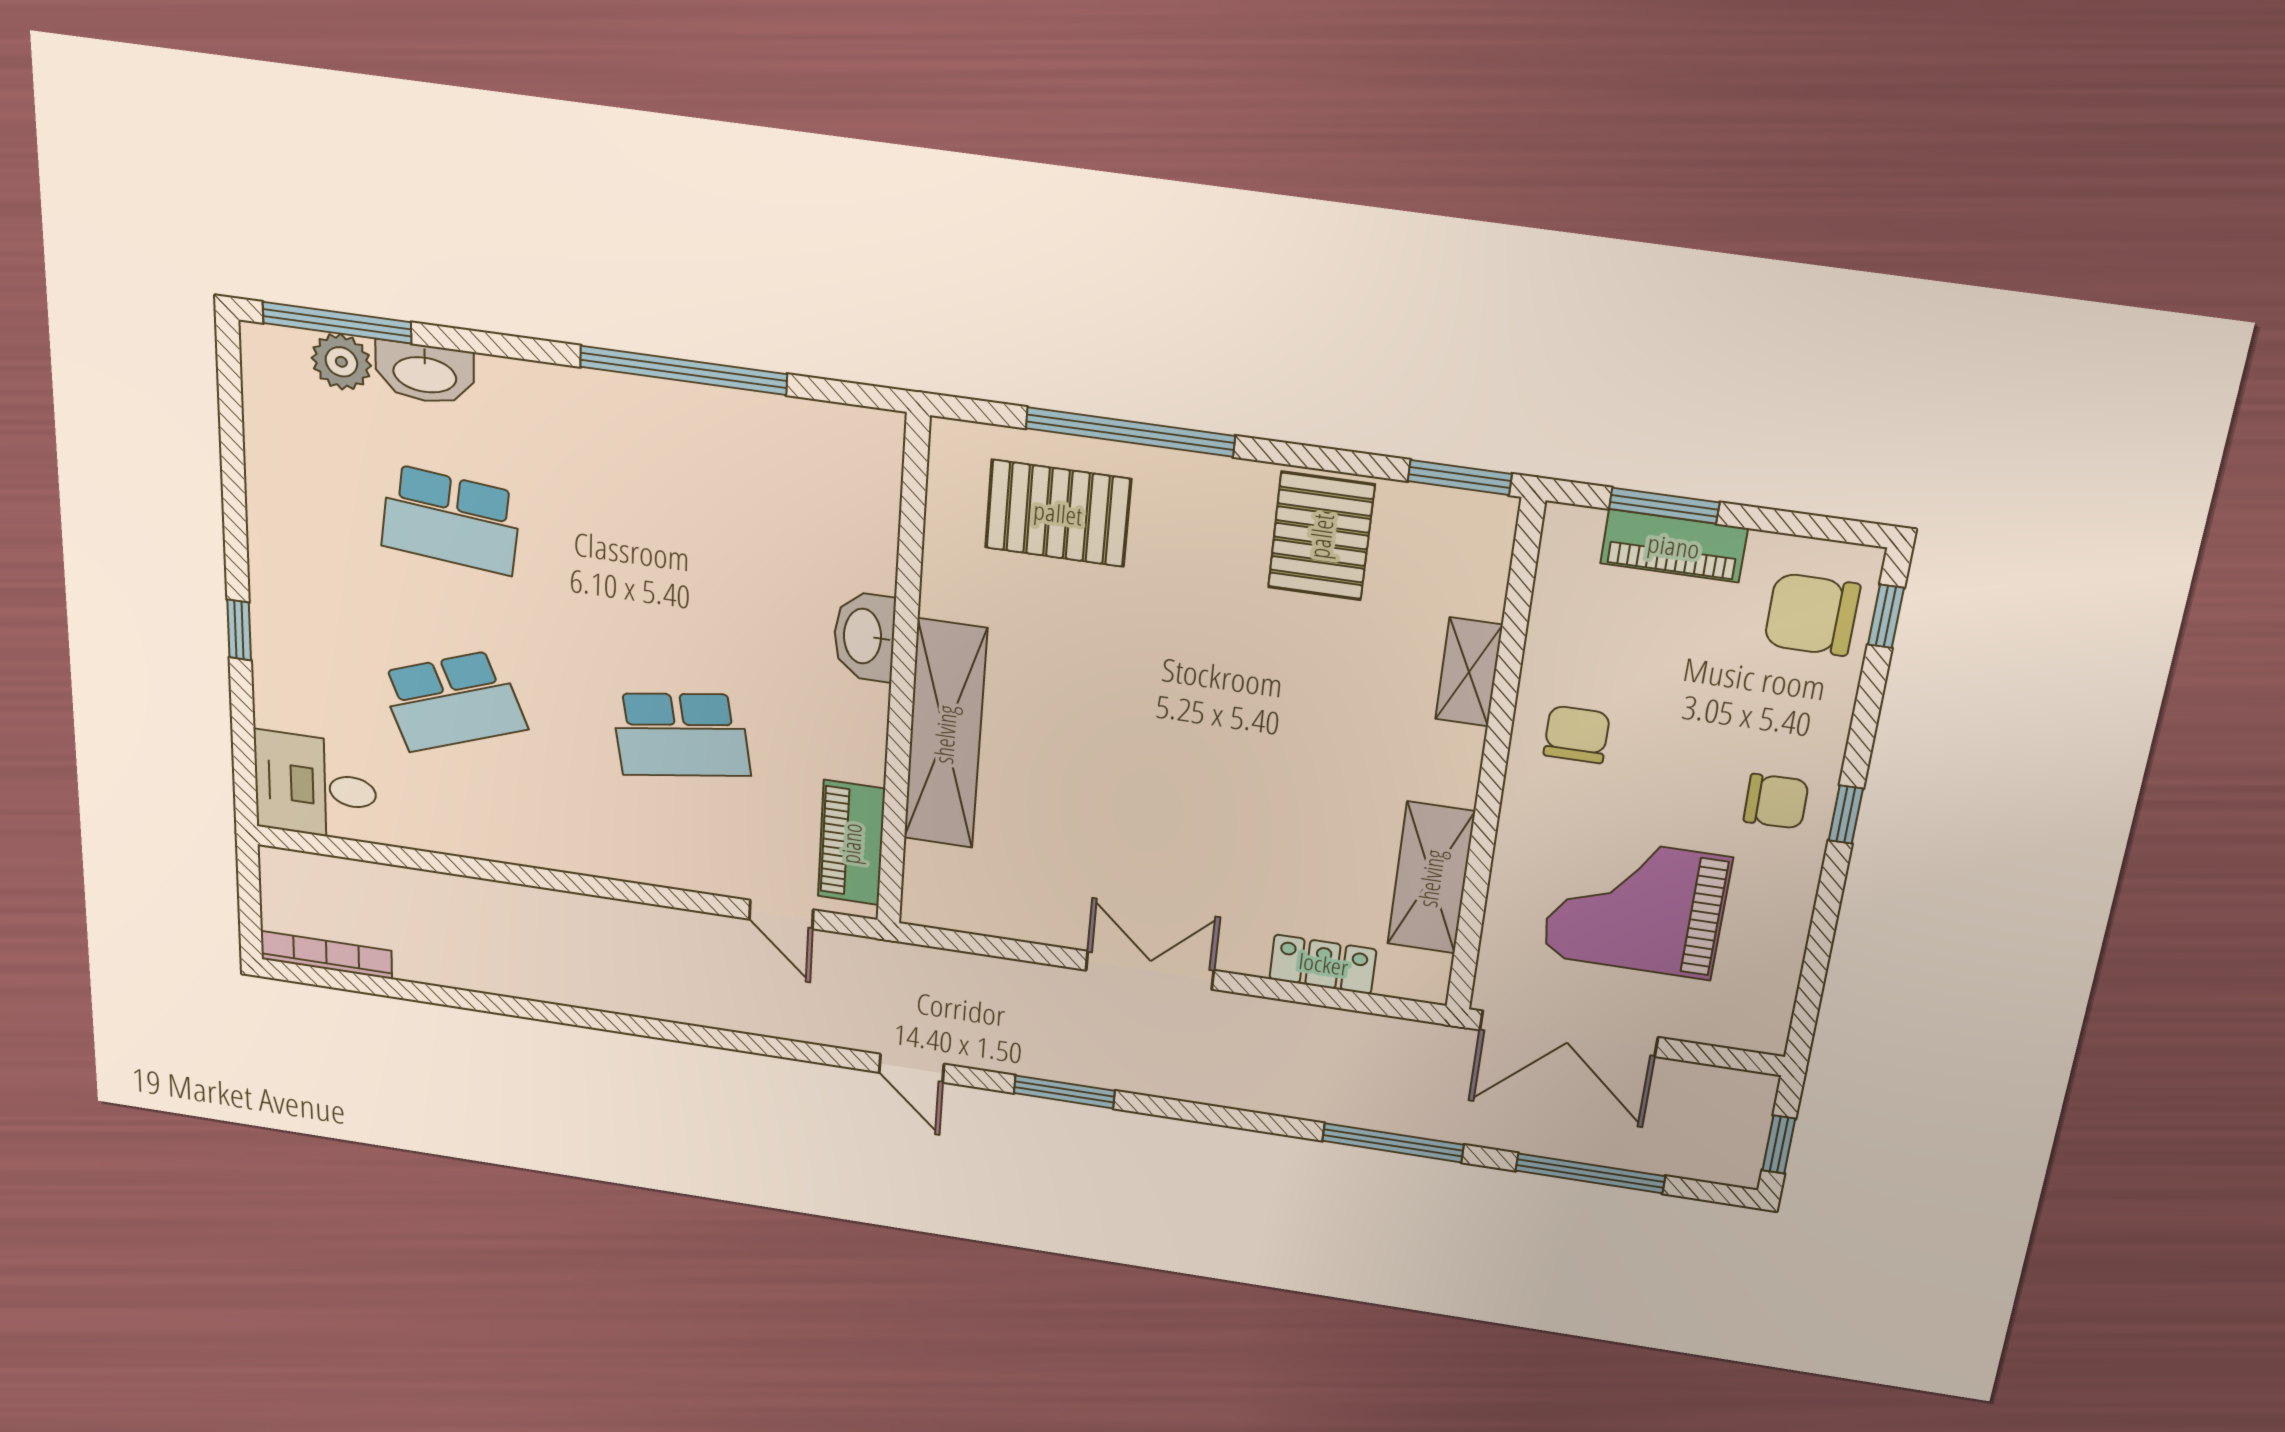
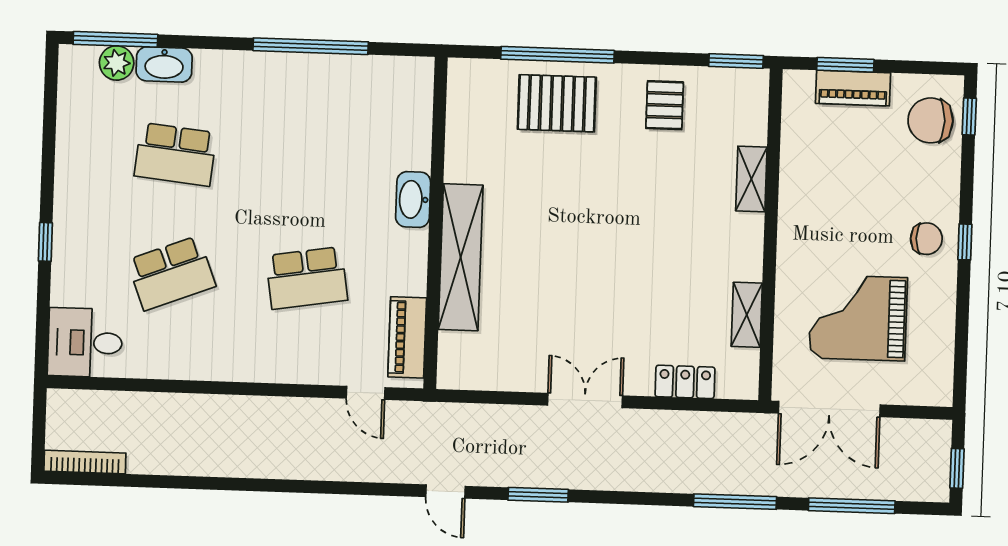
pallet: (1058, 513) -> (557, 103), moved
pallet: (1321, 536) -> (665, 105), width x0.67, depth x0.71
chair: (1577, 734) -> (814, 211), removed
shelving: (1431, 878) -> (747, 315), width x0.67, depth x0.75

